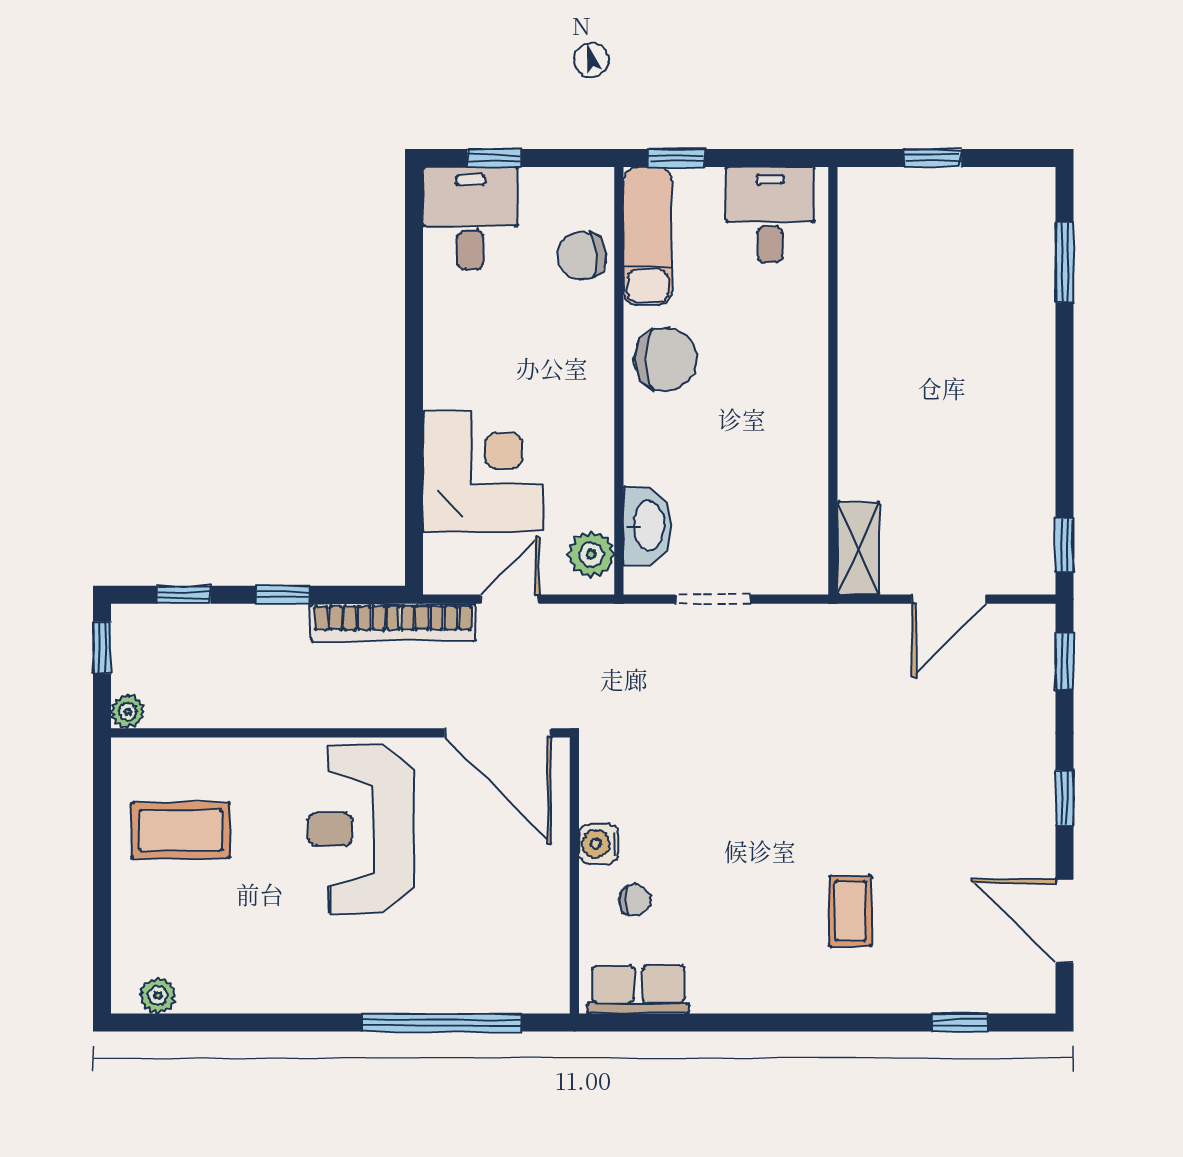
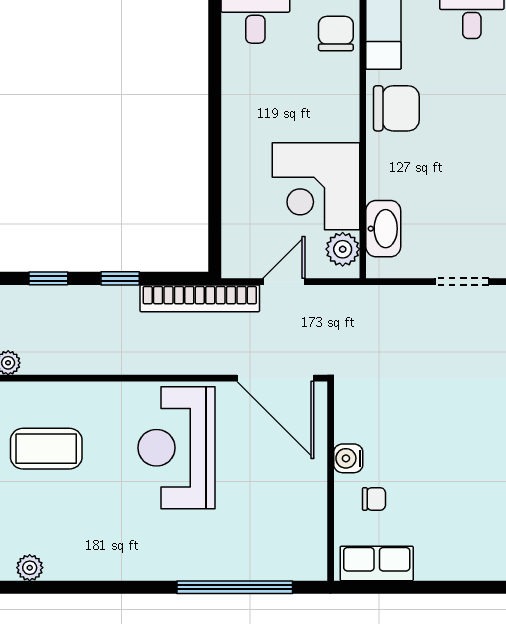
chair: (582, 256) -> (336, 33), turned 94
corner desk: (483, 471) -> (316, 186), moved, turned 180
doorway: (713, 599) -> (462, 282), moved

